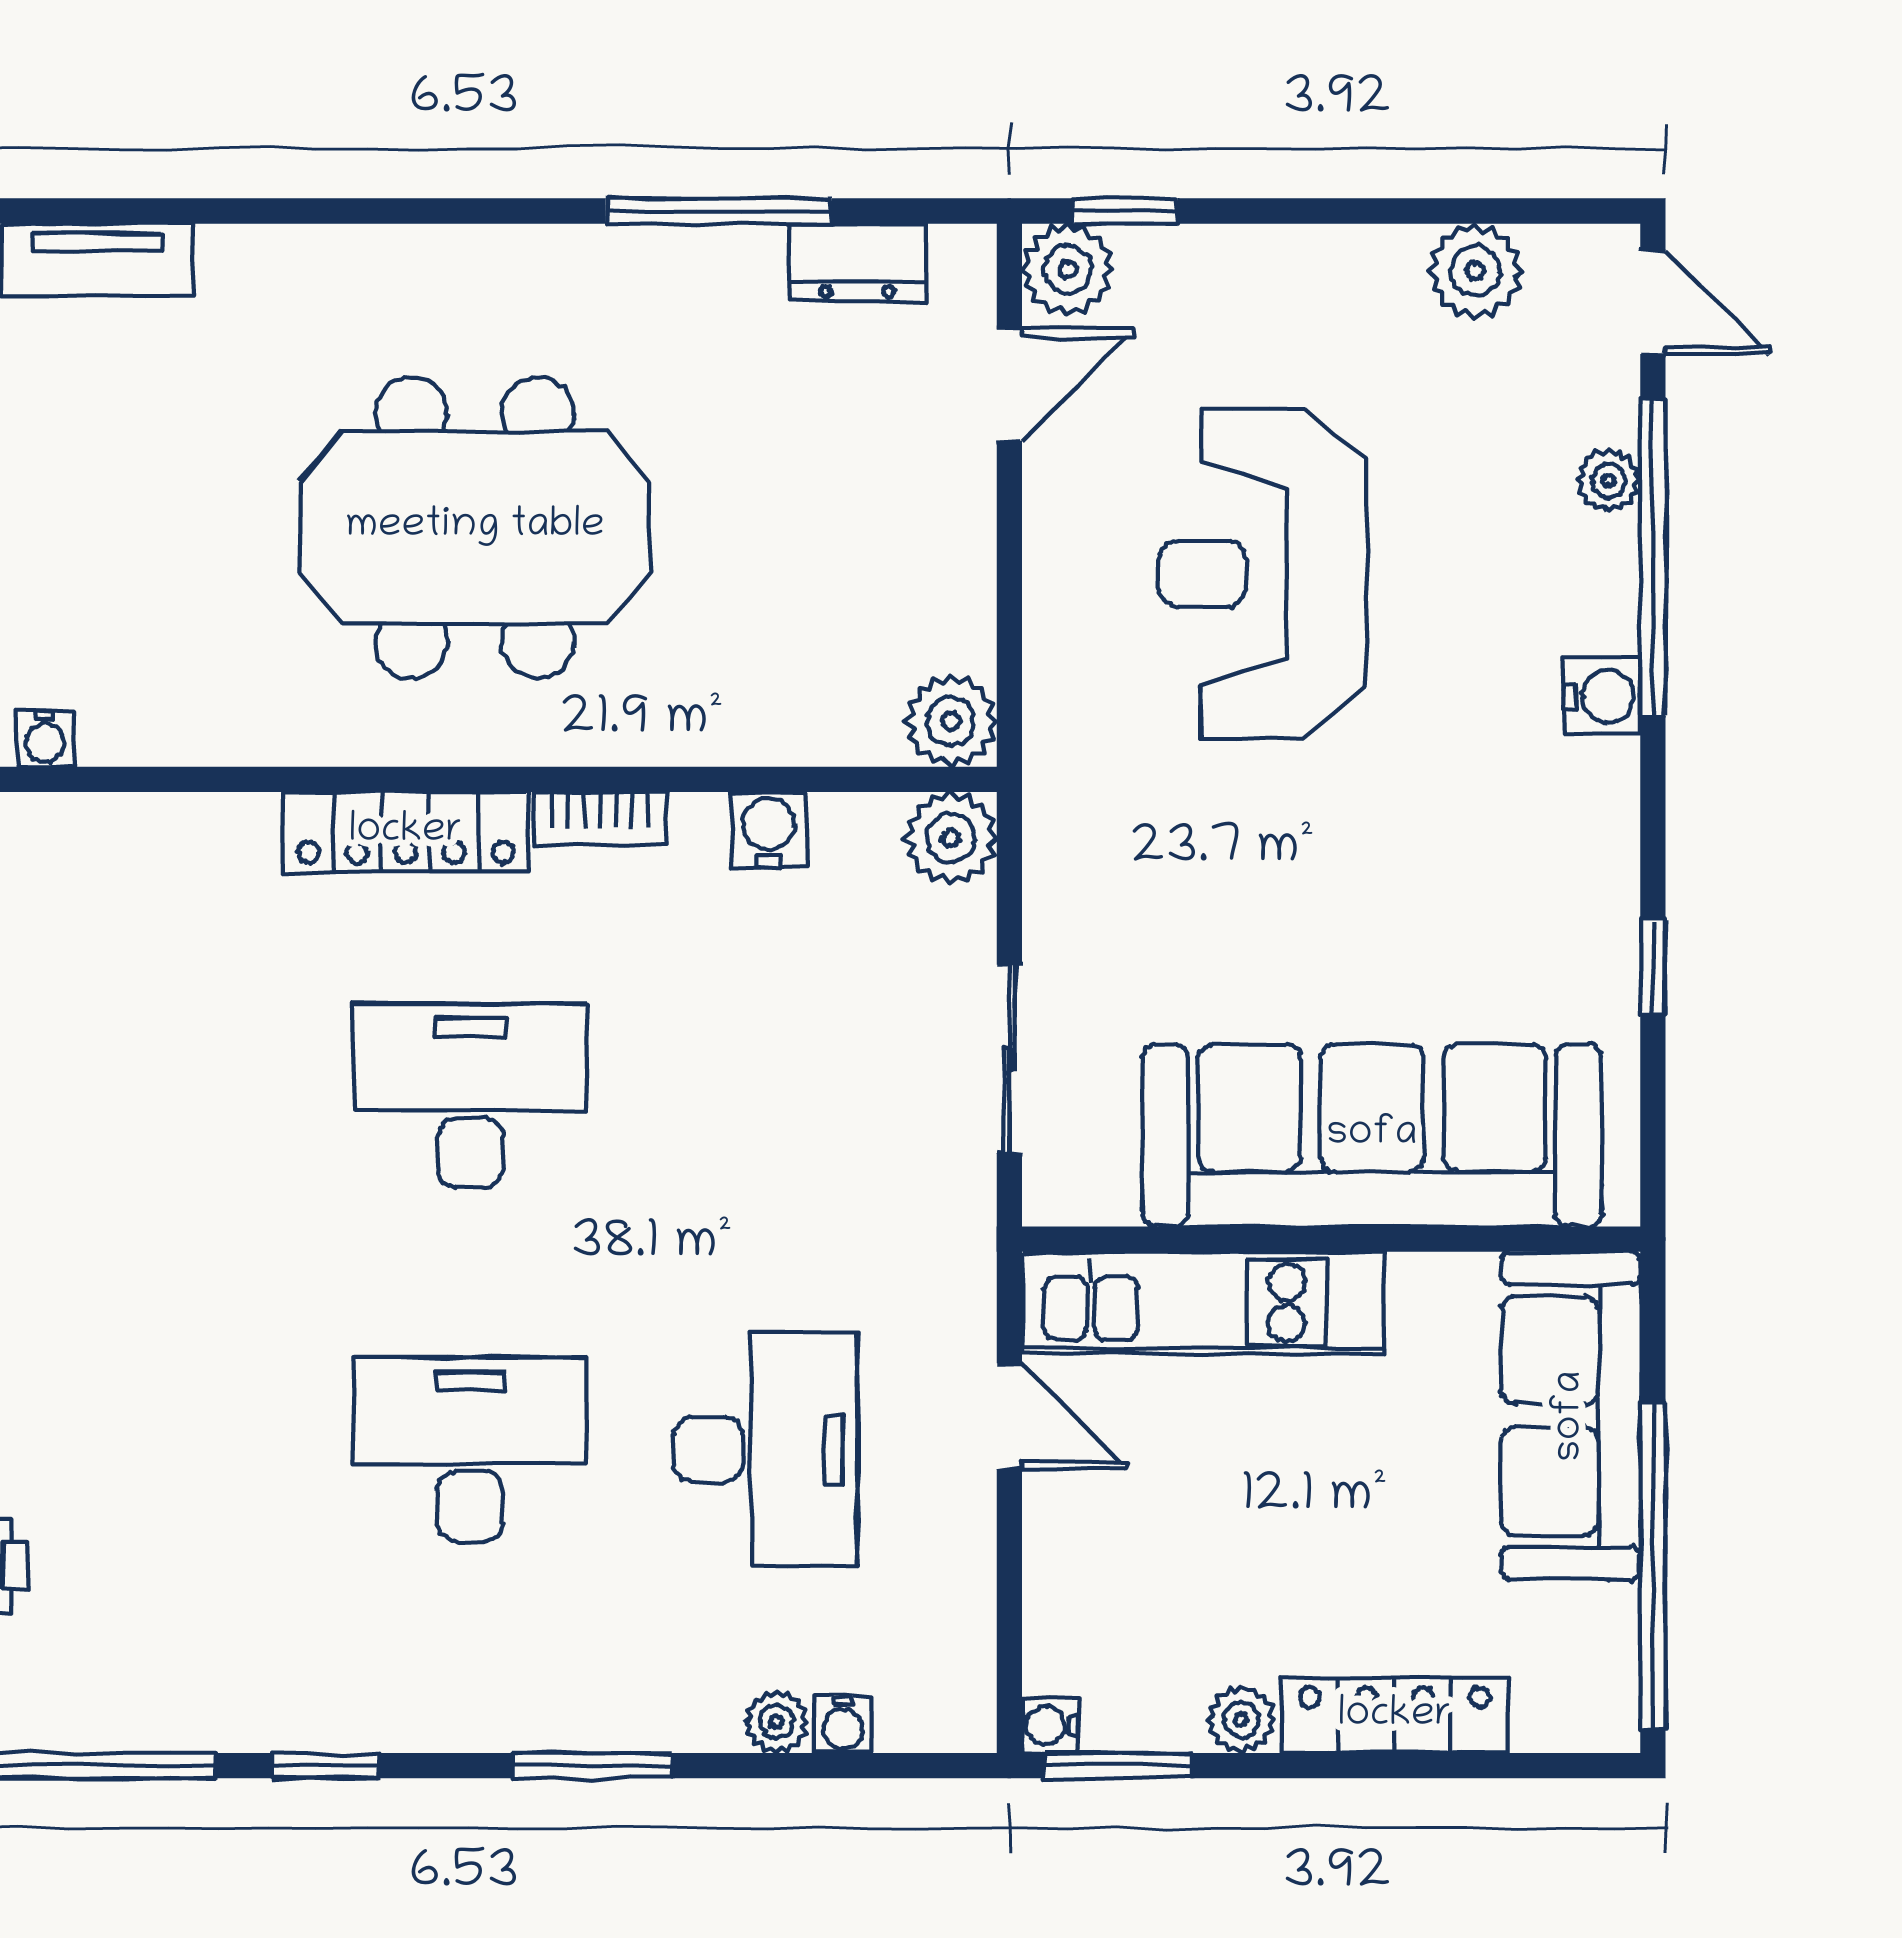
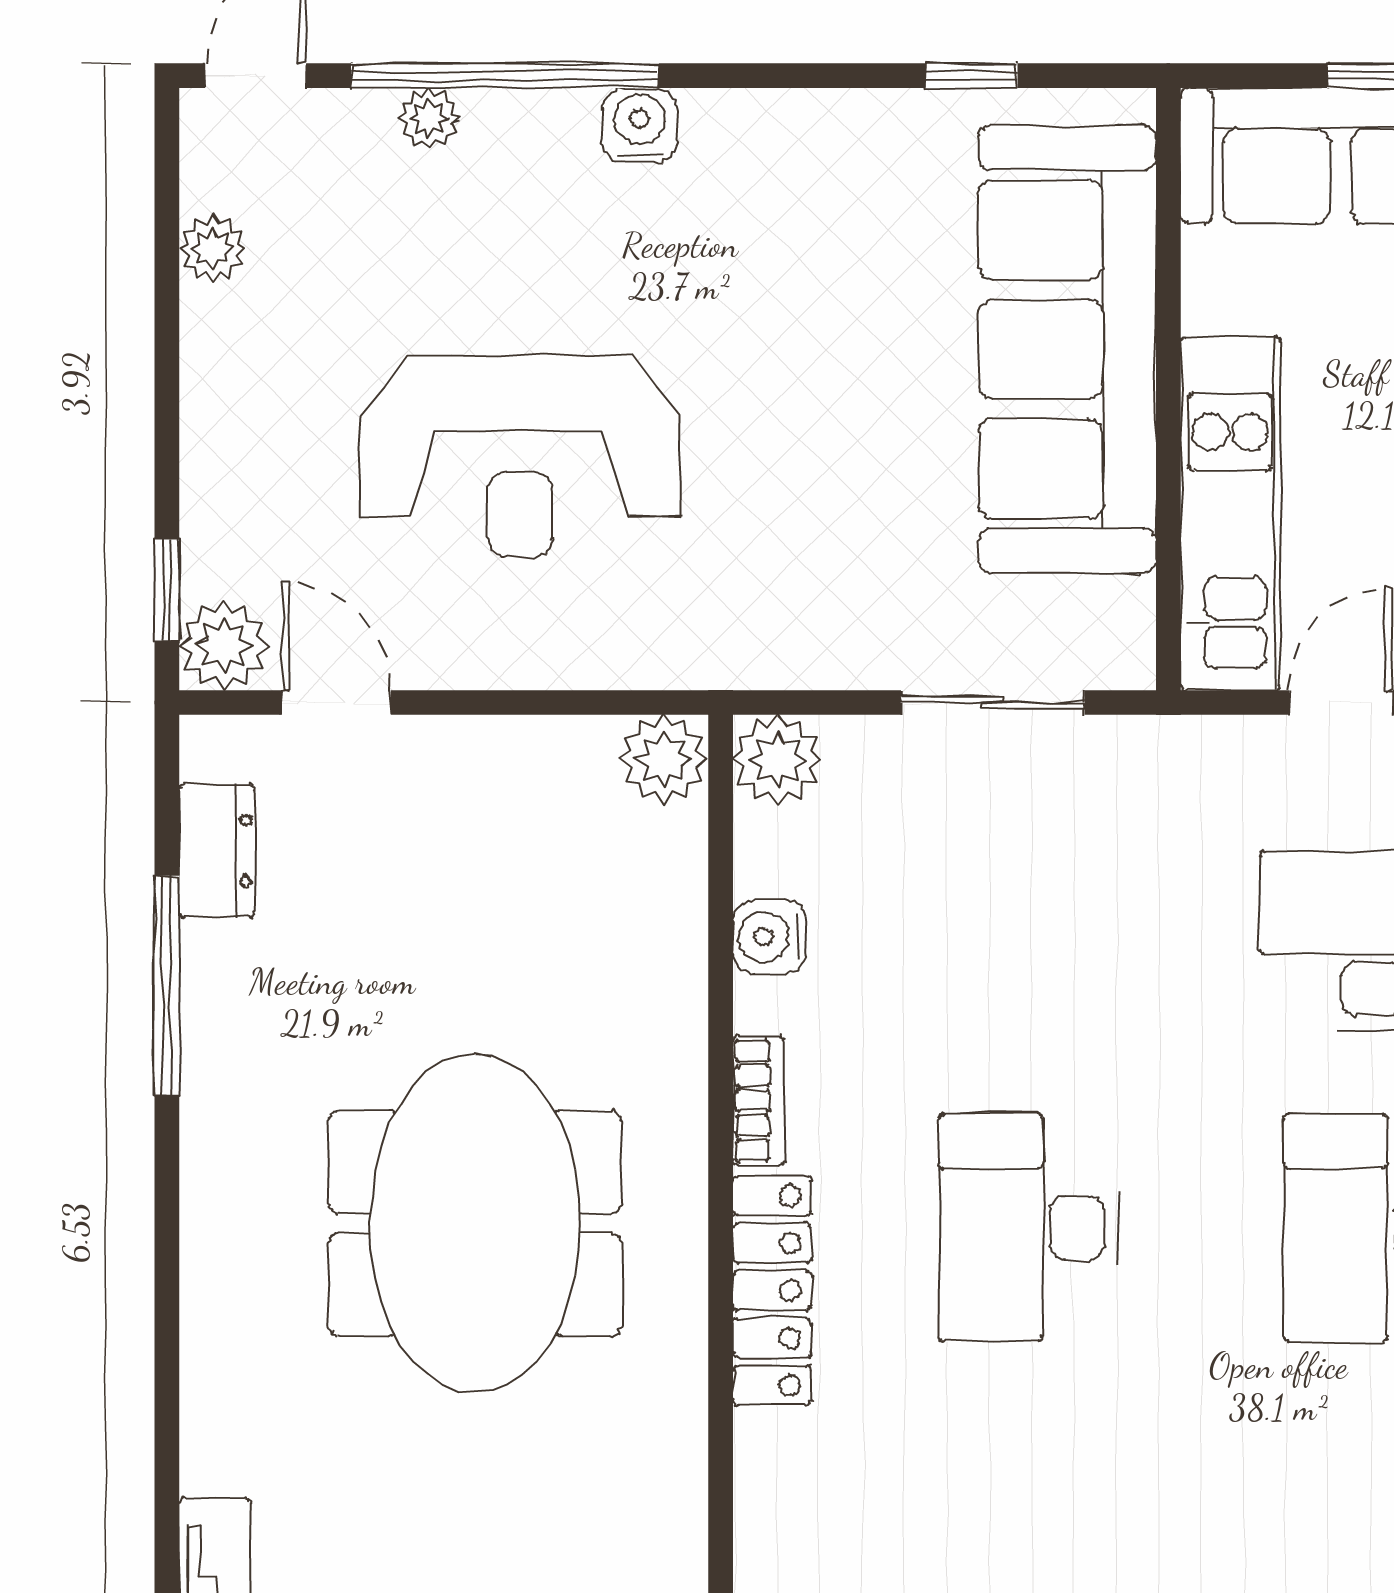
plant: (1475, 271) -> (213, 249), width x0.73, depth x0.73
window: (1653, 968) -> (971, 76), moved

